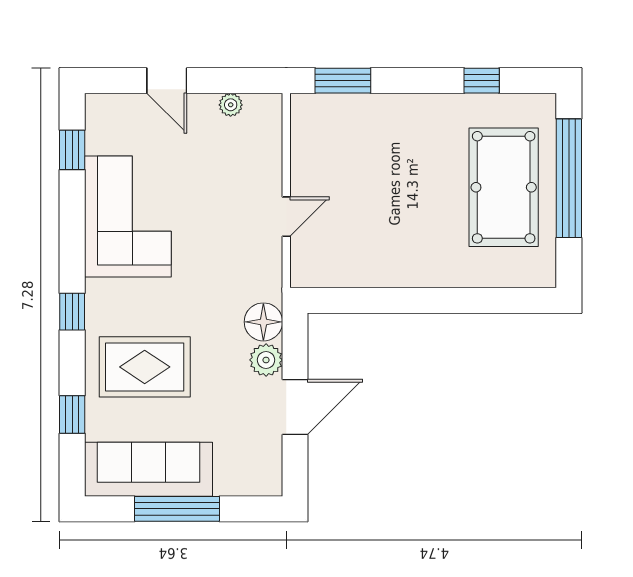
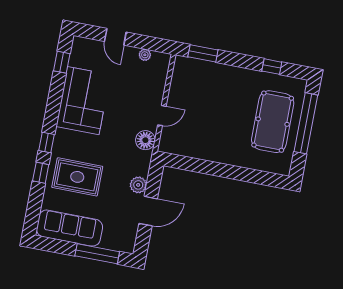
floor lamp: (263, 322) -> (145, 140), moved
window: (72, 414) -> (41, 173), moved
window: (177, 509) -> (97, 254), moved

